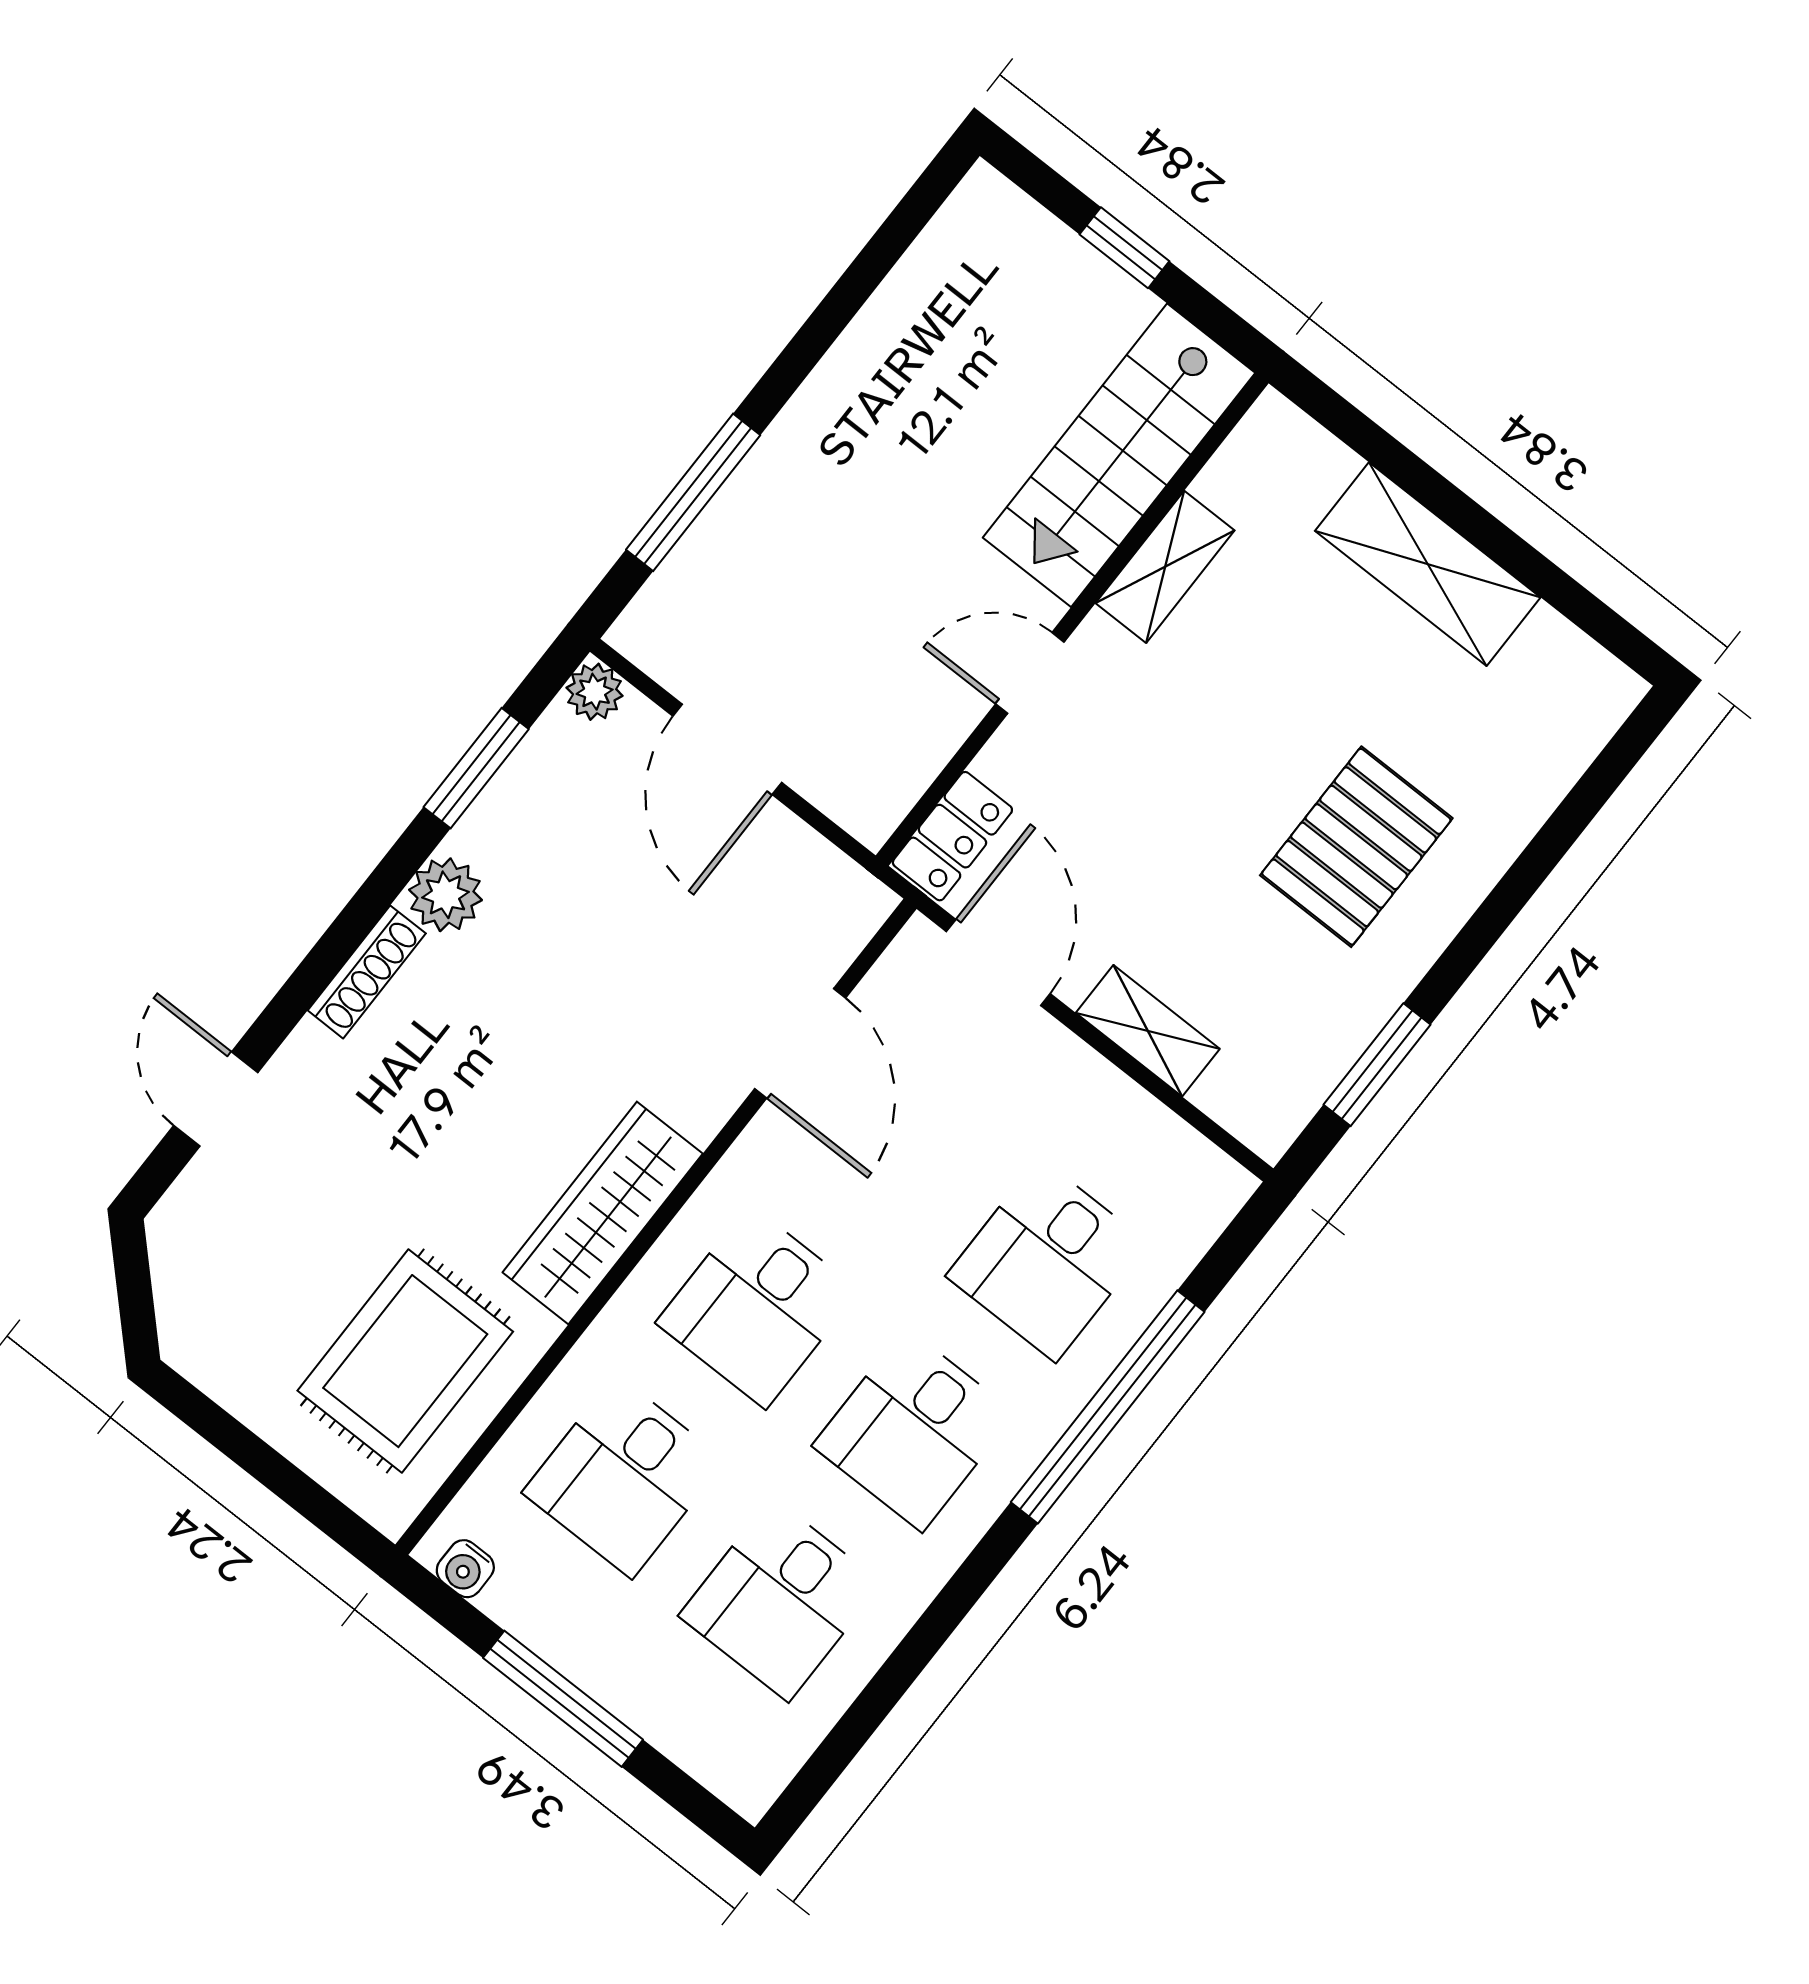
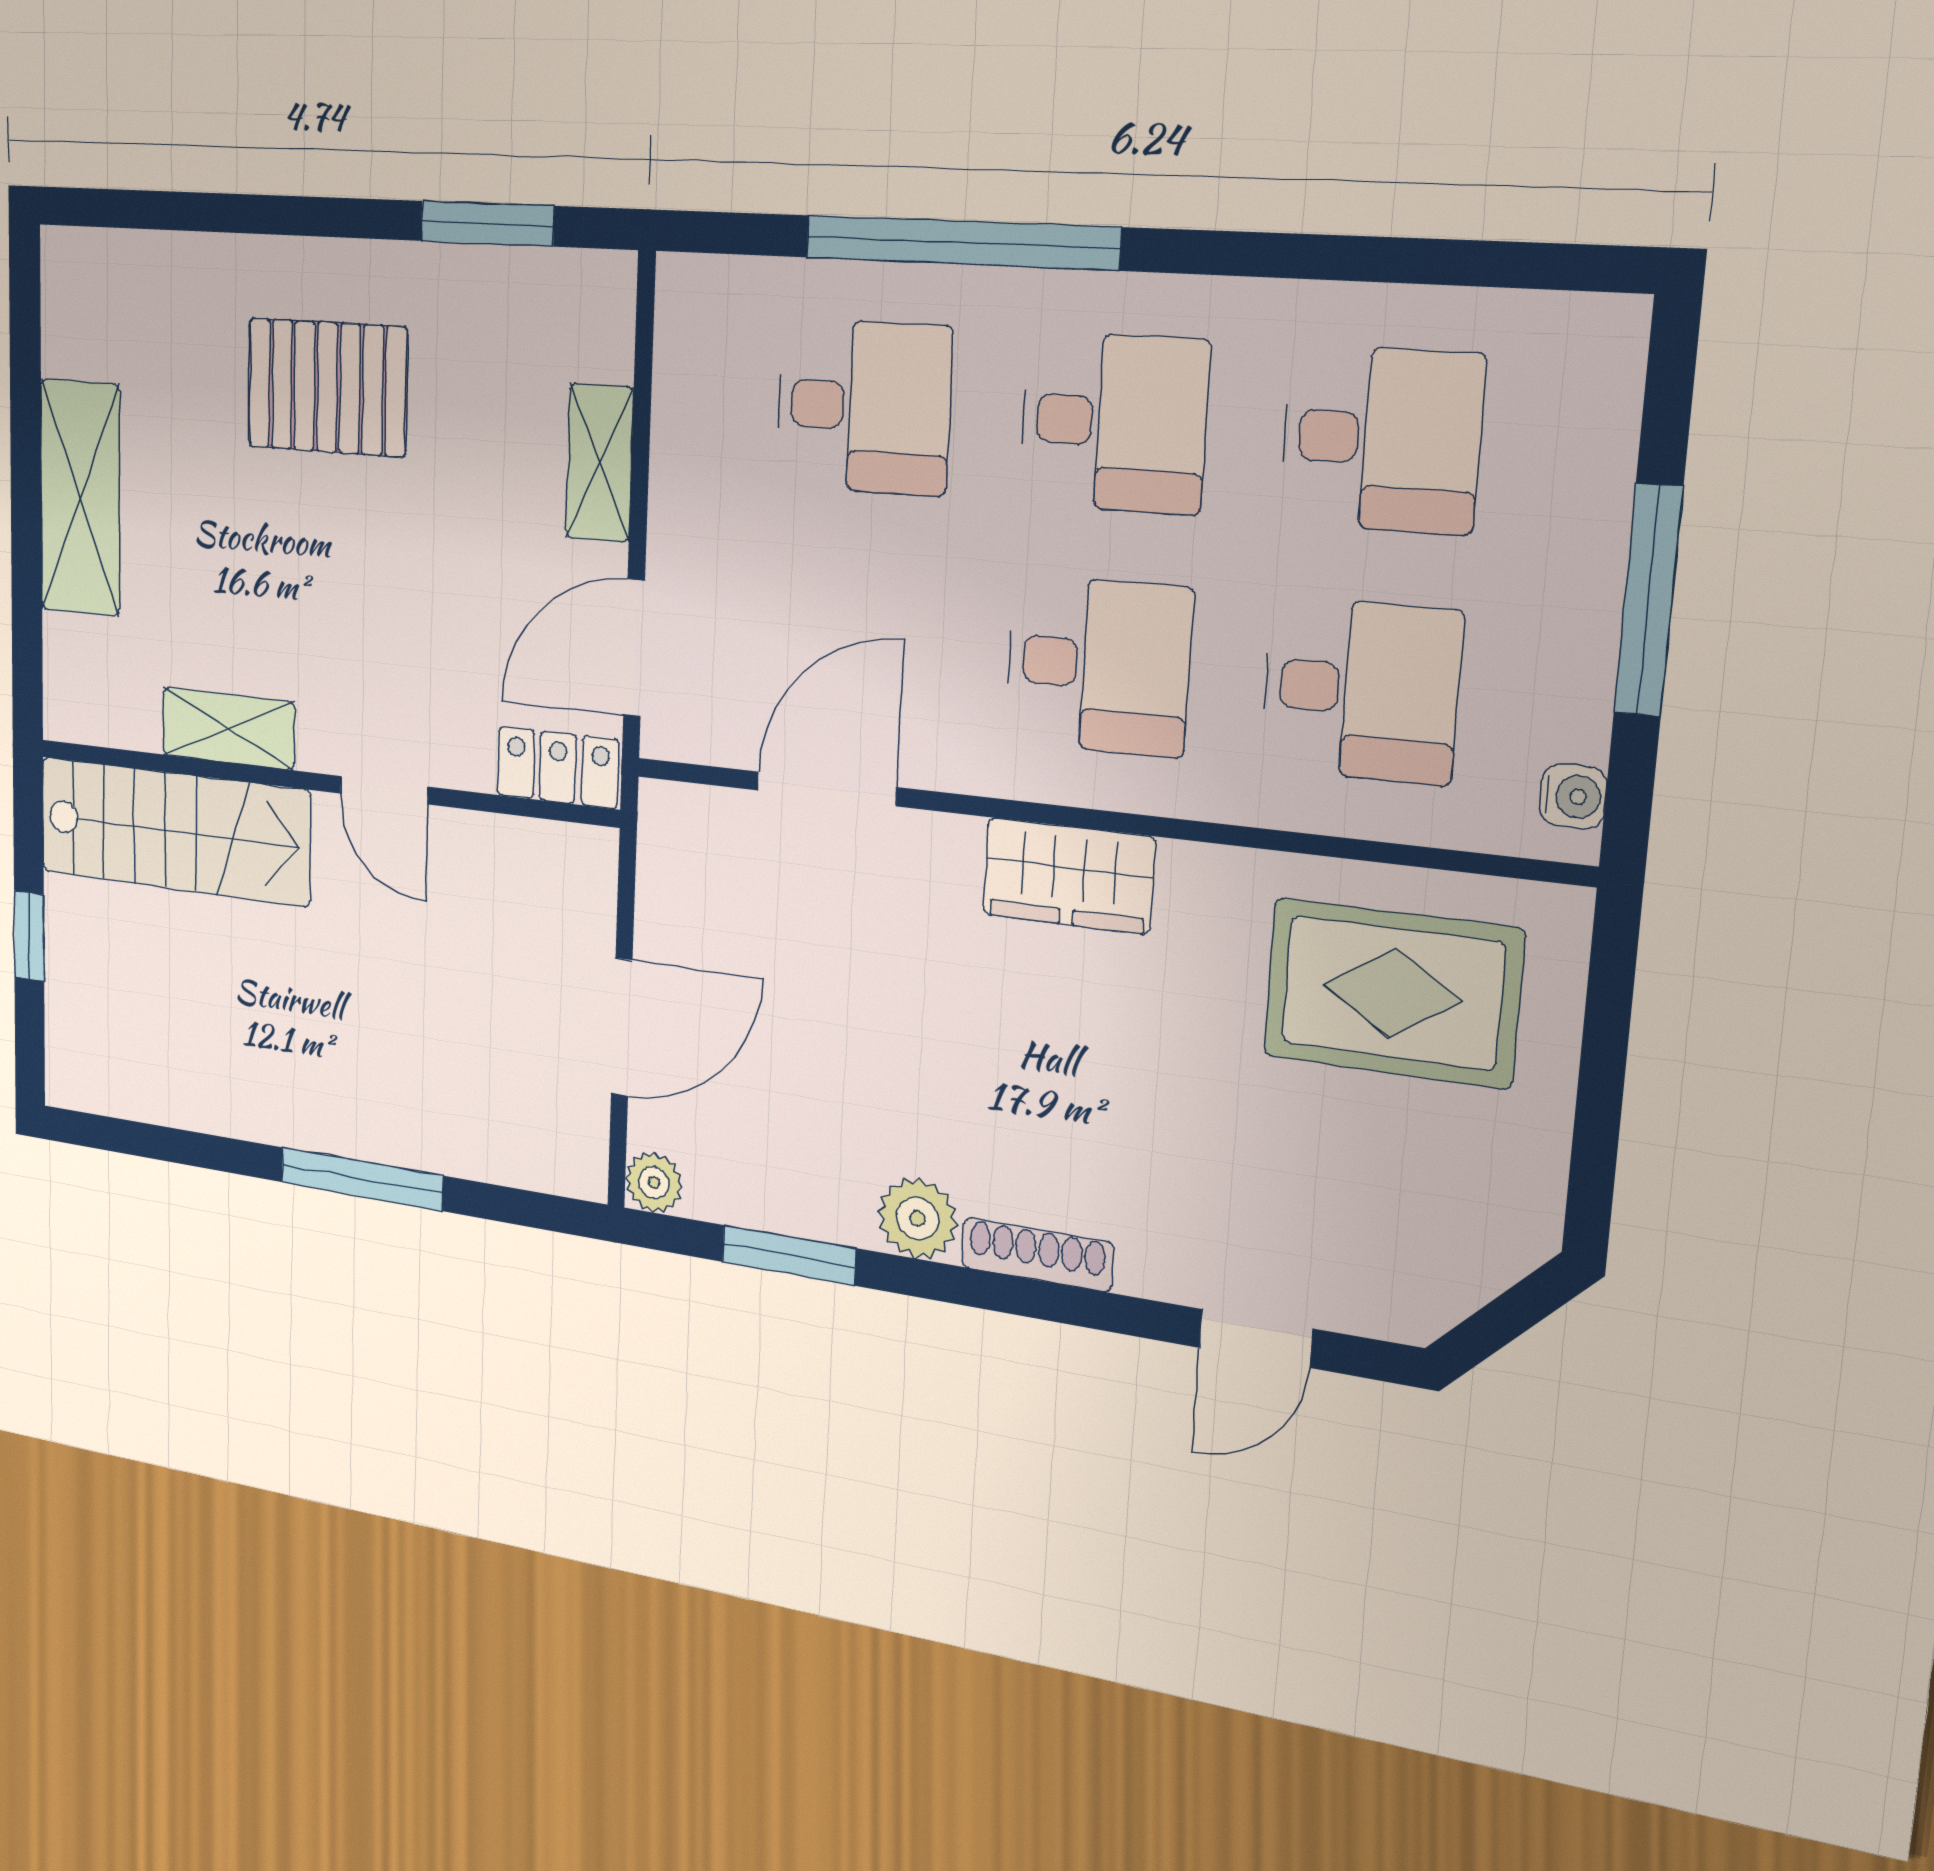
window: (693, 492) -> (362, 1179), moved
wardrobe: (603, 1213) -> (1069, 876), width x0.67

